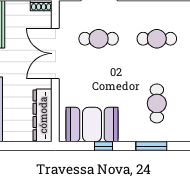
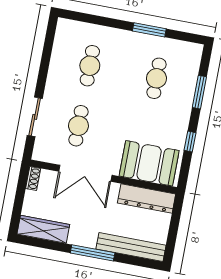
cafe table: (157, 103) -> (157, 78), turned 90
booth: (92, 125) -> (149, 163), moved, turned 90

